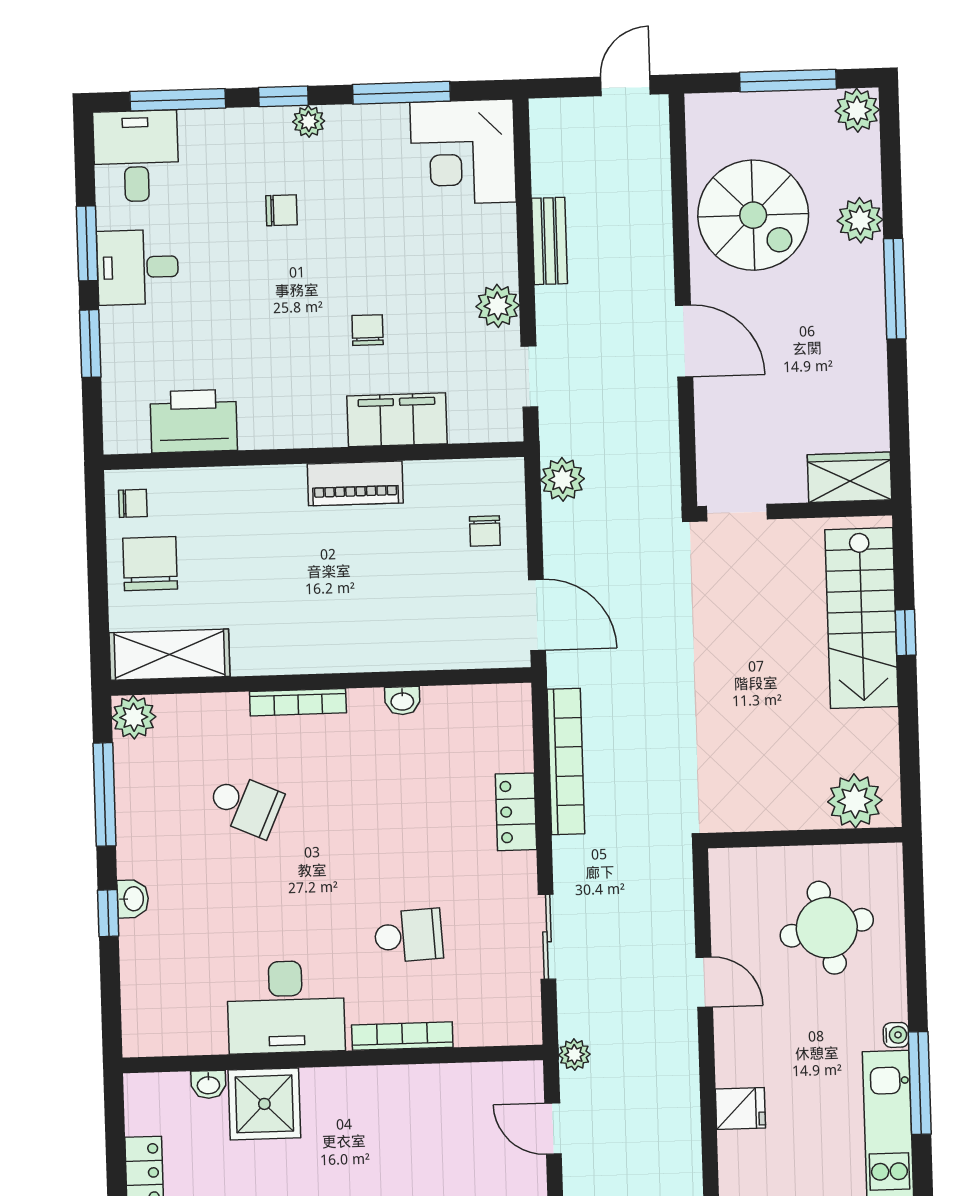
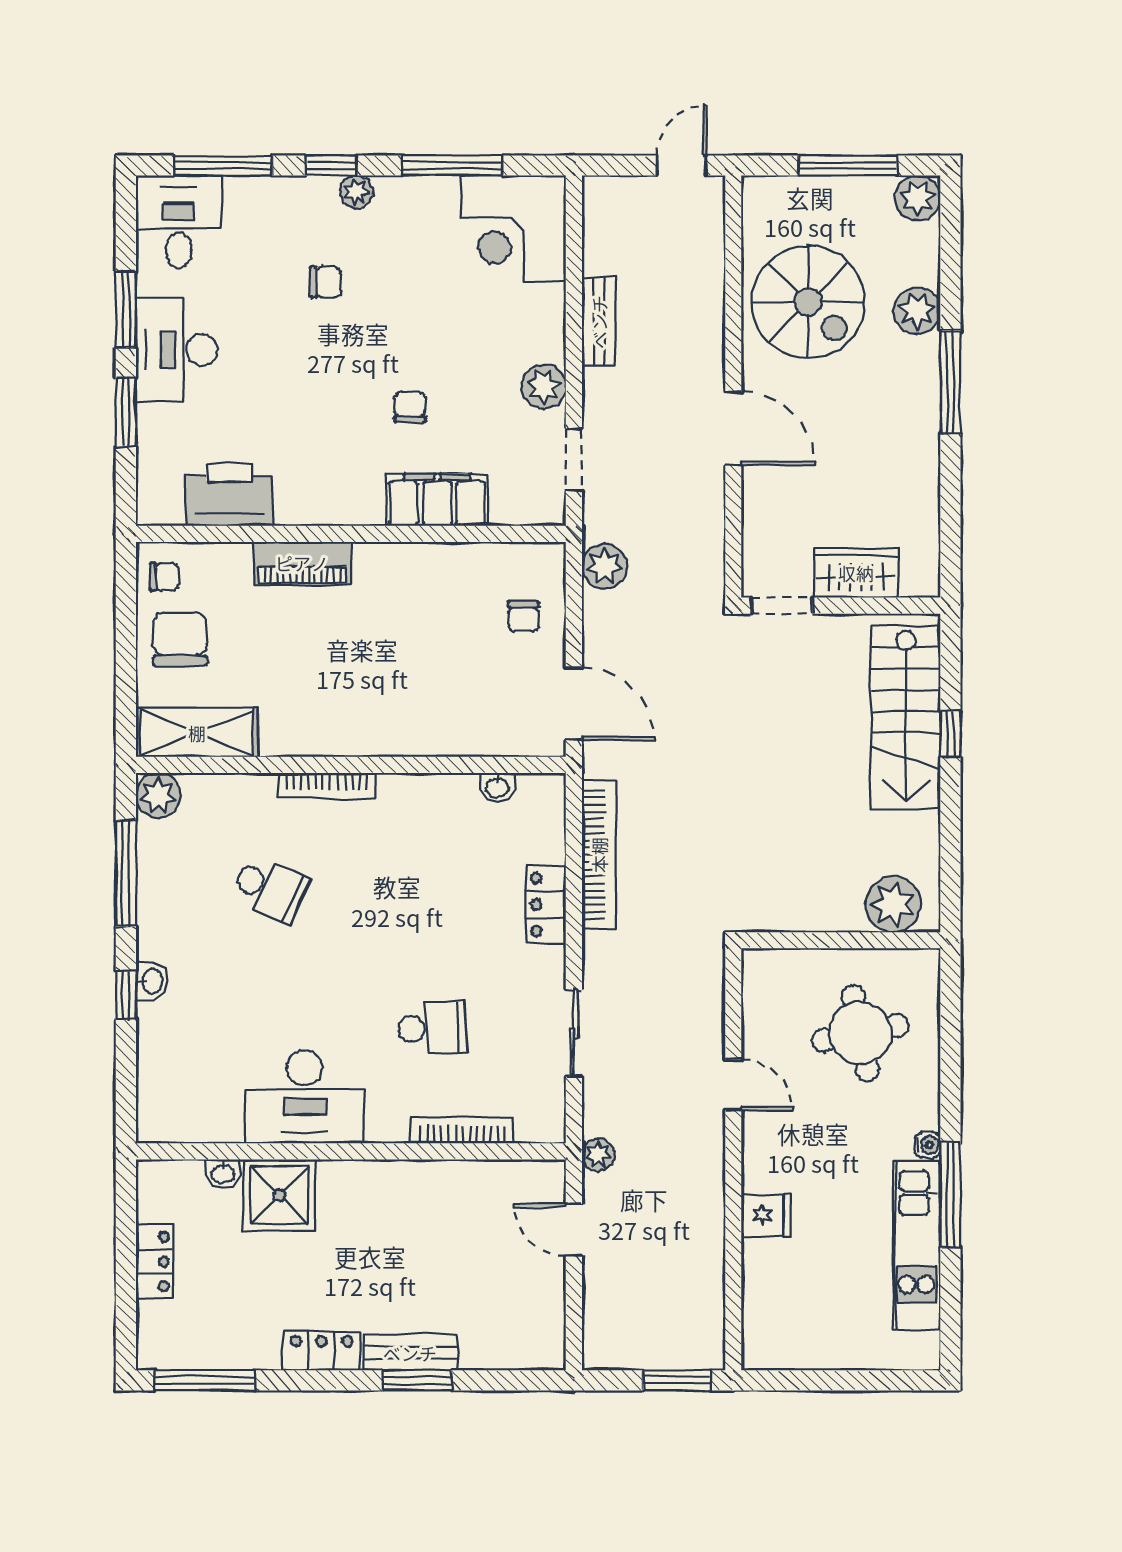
desk: (138, 267) -> (177, 350), width x1.37
wardrobe: (850, 477) -> (856, 573), moved
piano: (355, 483) -> (302, 563), moved
washbasin: (402, 701) -> (497, 787), moved
bookcase: (402, 1036) -> (462, 1130), moved

